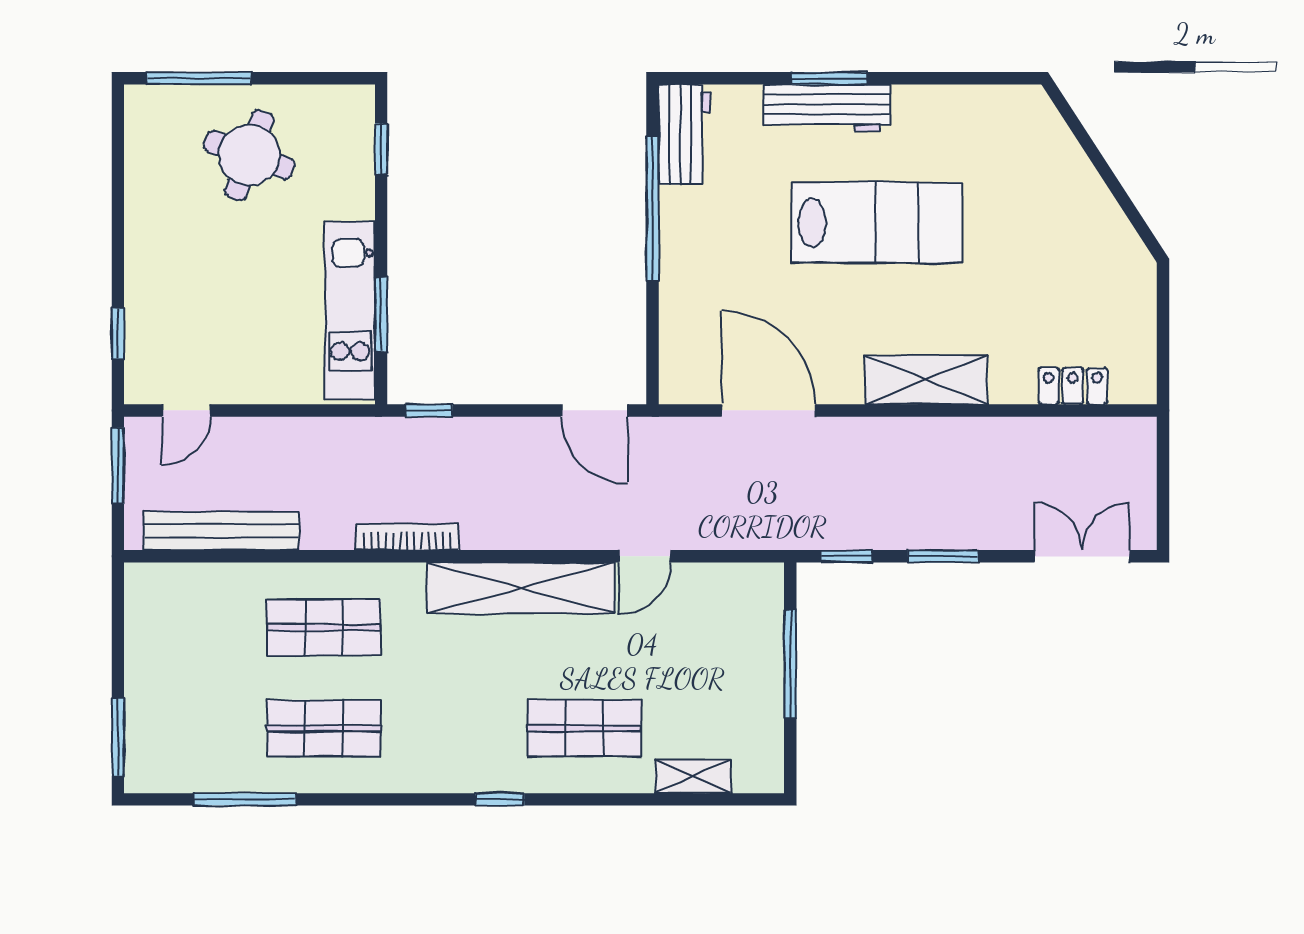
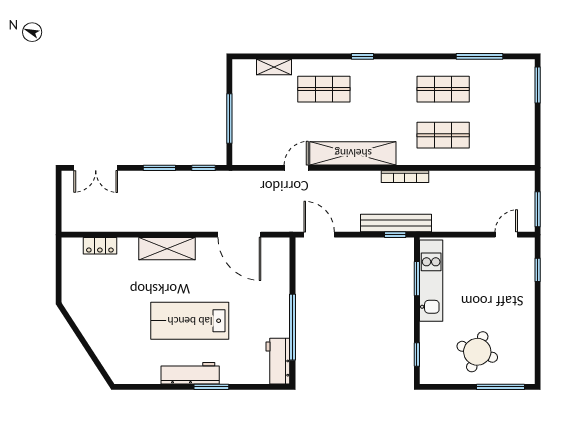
workbench: (827, 108) -> (190, 373), moved
bench: (221, 531) -> (396, 223), moved

